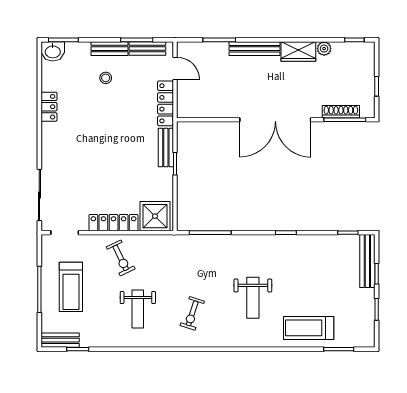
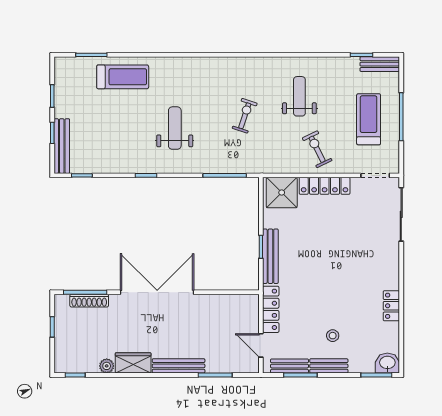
bench: (166, 148) -> (270, 256), width x1.36
weight bench: (253, 298) -> (175, 128), moved
exercise bike: (192, 313) -> (245, 116), moved

